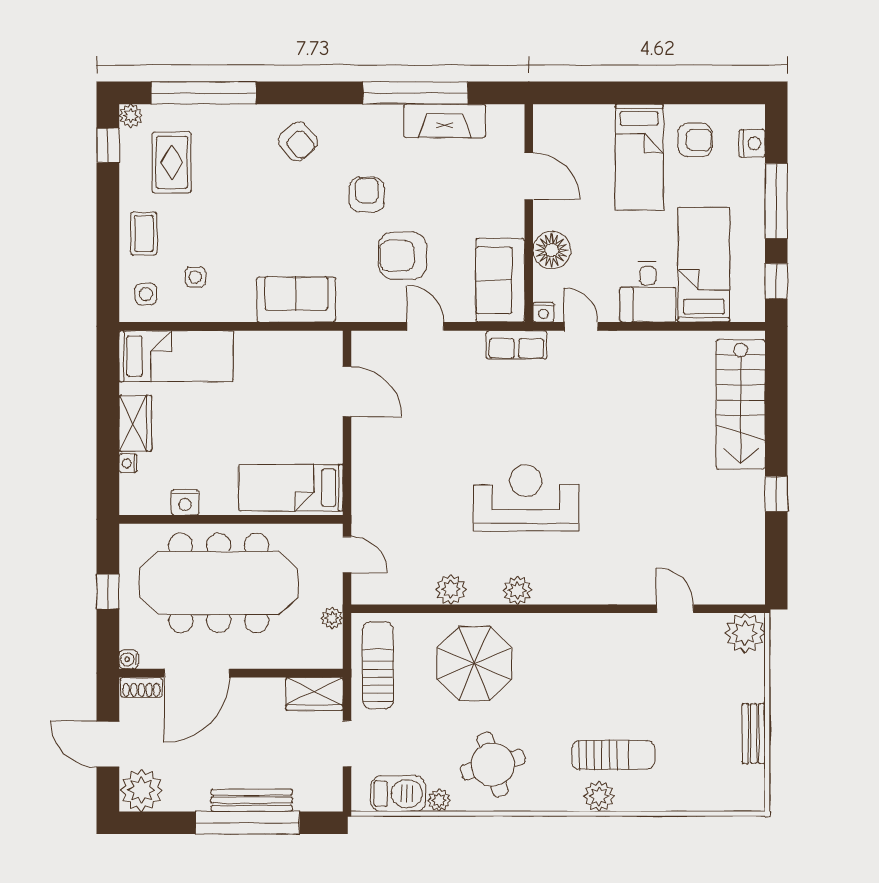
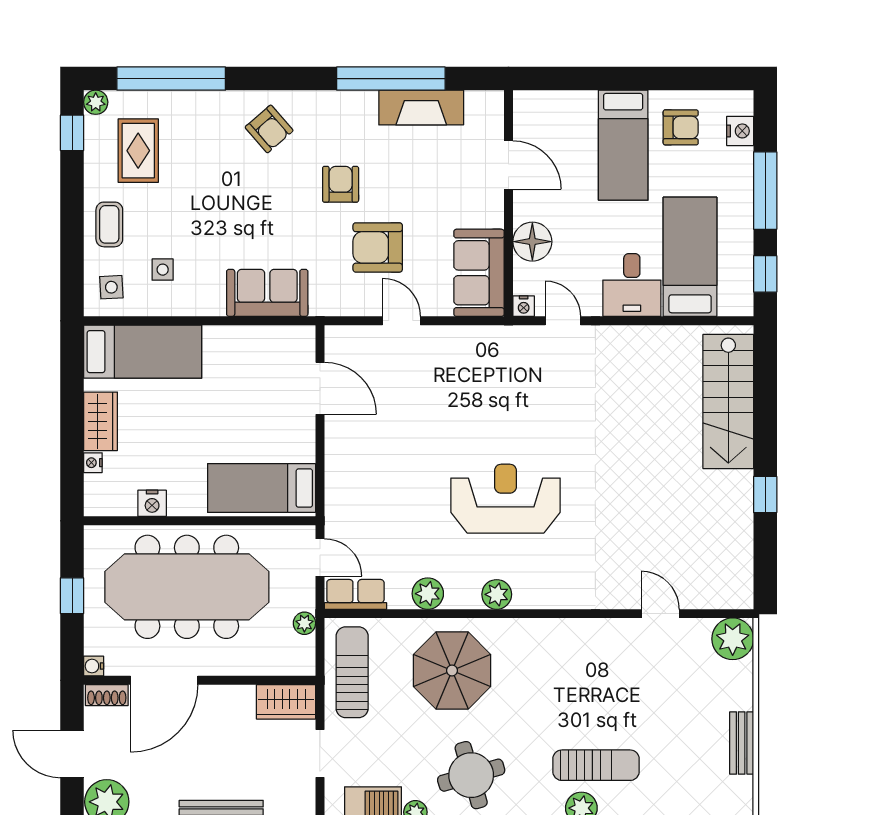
row of seats: (516, 345) -> (355, 594), moved, turned 180

